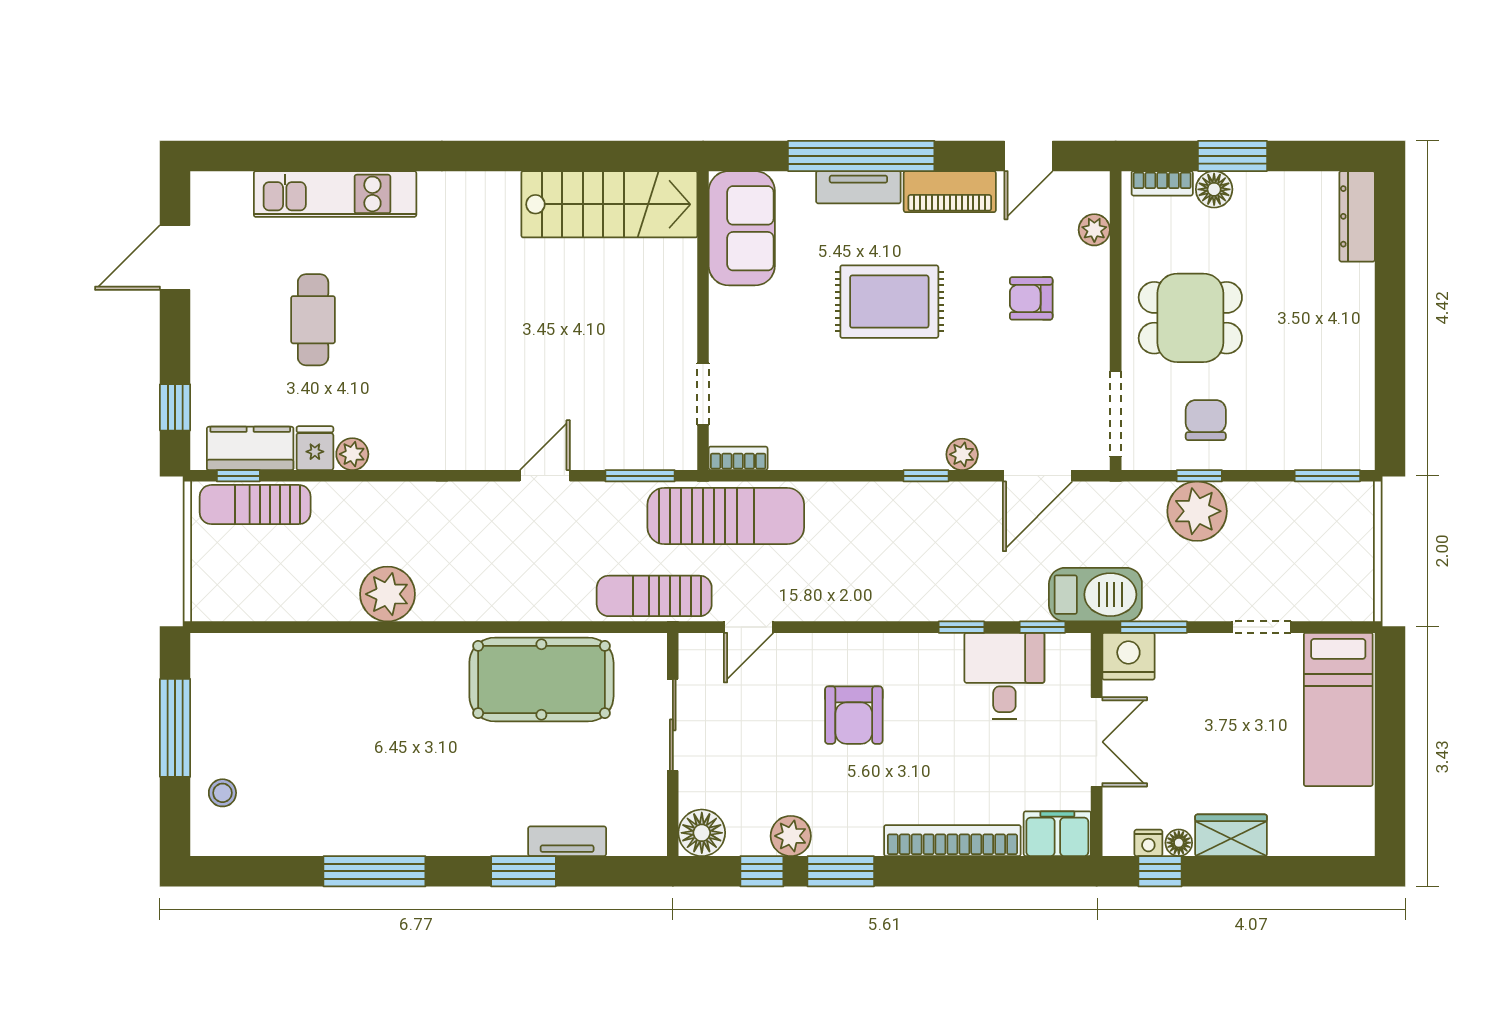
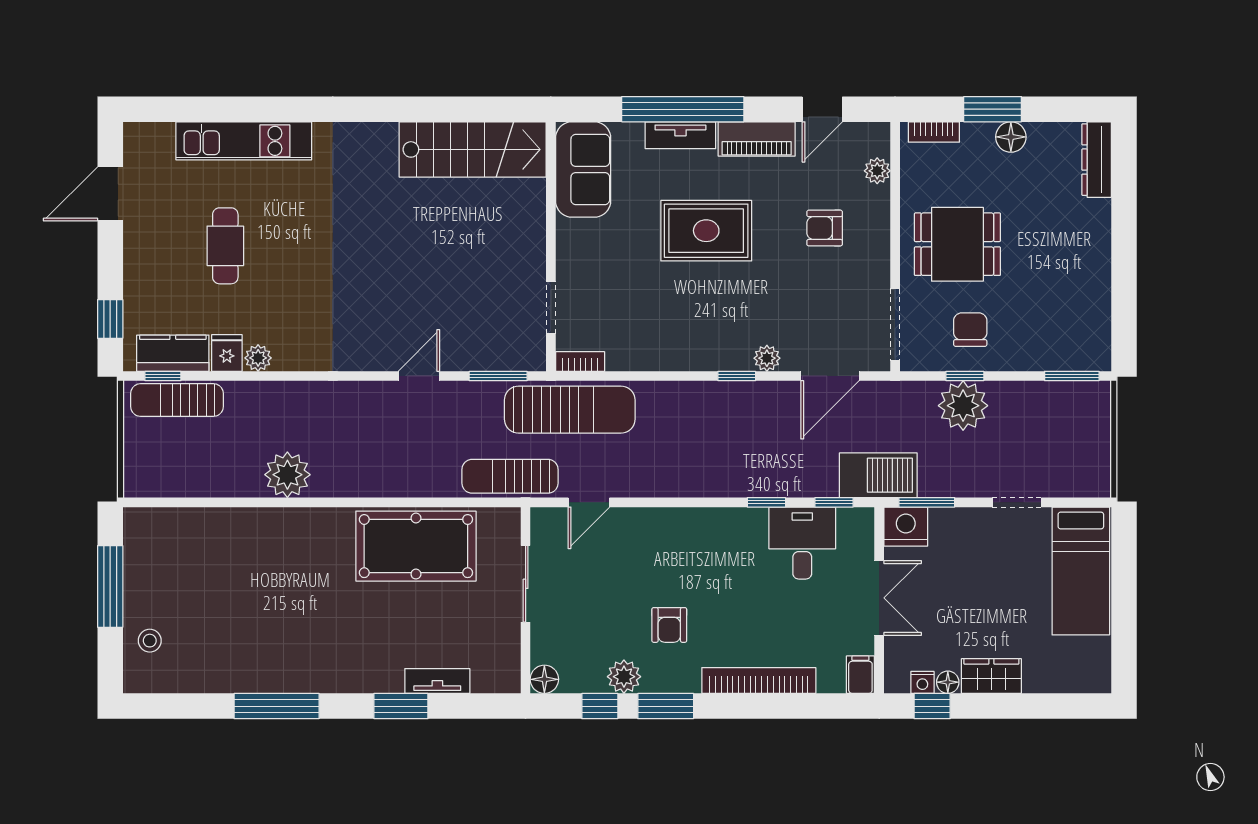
floor lamp: (1214, 189) -> (1011, 137), moved
armchair: (854, 715) -> (669, 625), moved, width x0.72, depth x0.72
floor lamp: (702, 833) -> (544, 679), width x0.73, depth x0.73
filing cabinet: (1057, 834) -> (860, 675), width x0.50

